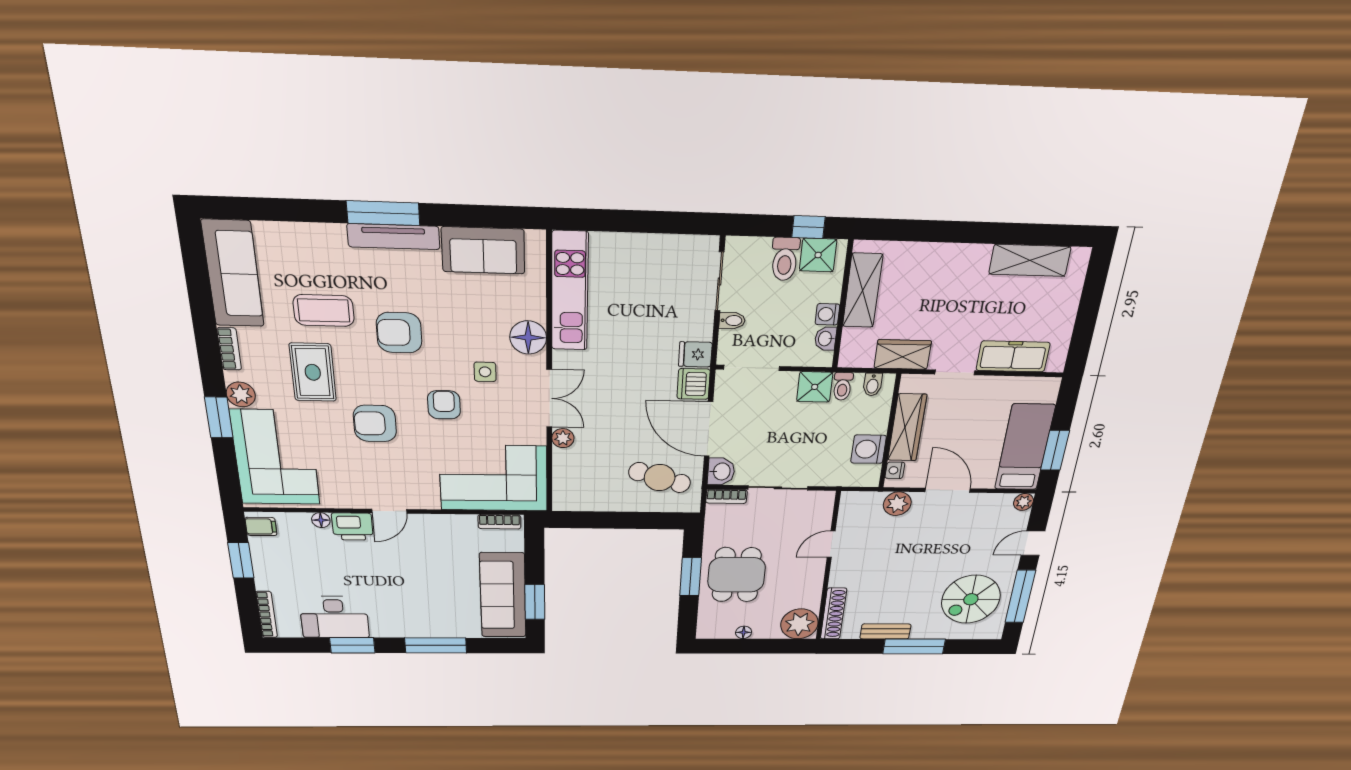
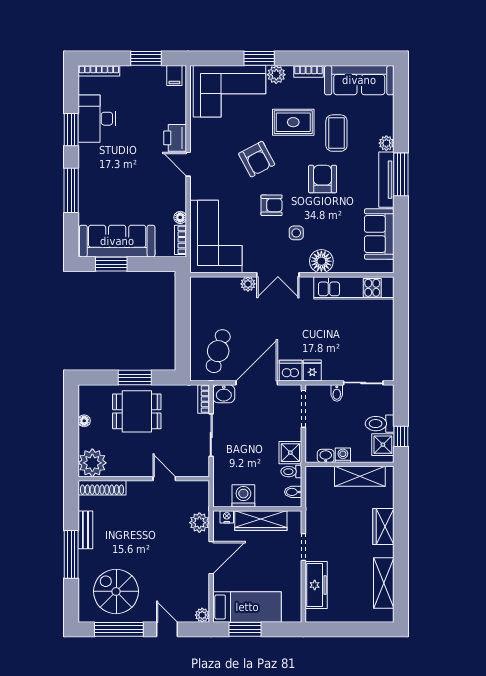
plant: (333, 235) -> (386, 143), added
wardrobe: (903, 354) -> (383, 527), moved, turned 180
armchair: (375, 423) -> (257, 159), turned 152
floor lamp: (321, 520) -> (180, 217), moved

